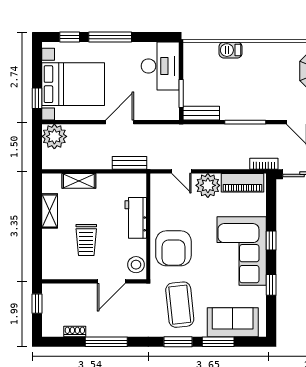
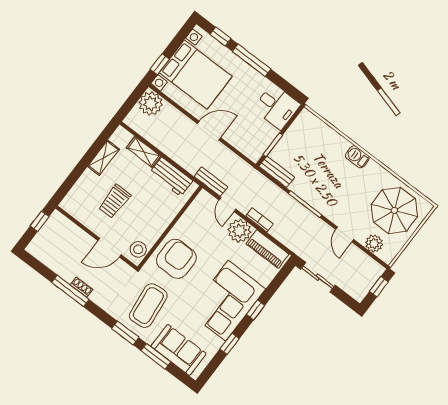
barbecue: (231, 50) -> (357, 157), moved
desk: (160, 66) -> (277, 107), width x0.73
bench: (130, 163) -> (211, 182), moved
bookcase: (264, 164) -> (259, 220), moved
workbench: (136, 218) -> (171, 177), moved, turned -90
armchair: (173, 248) -> (176, 259), turned 180
shoe rack: (75, 332) -> (82, 287), moved

